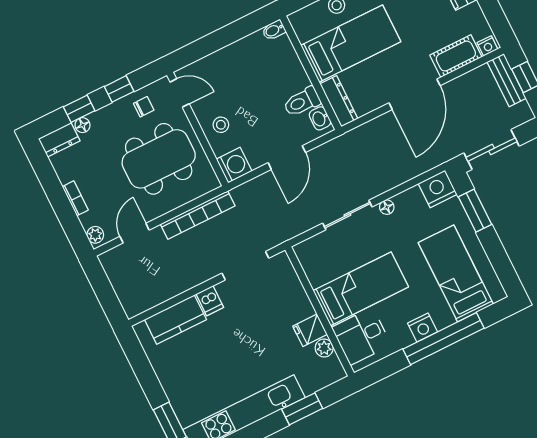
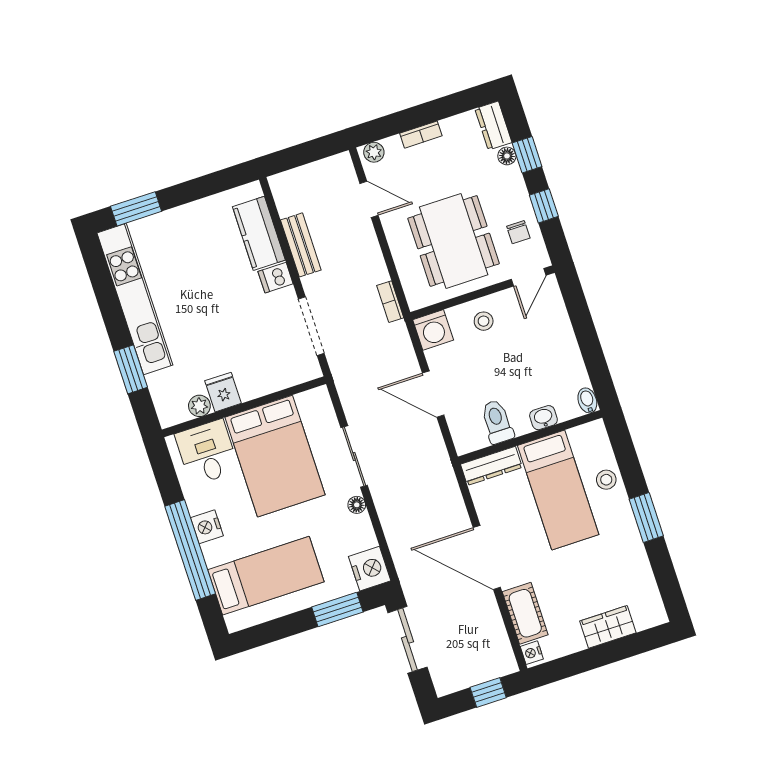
bench: (506, 80) -> (301, 245), moved, turned 90
washbasin: (320, 118) -> (543, 418), moved
bookcase: (198, 215) -> (390, 302), width x0.43, depth x0.76
bed: (361, 289) -> (275, 456), width x1.50

